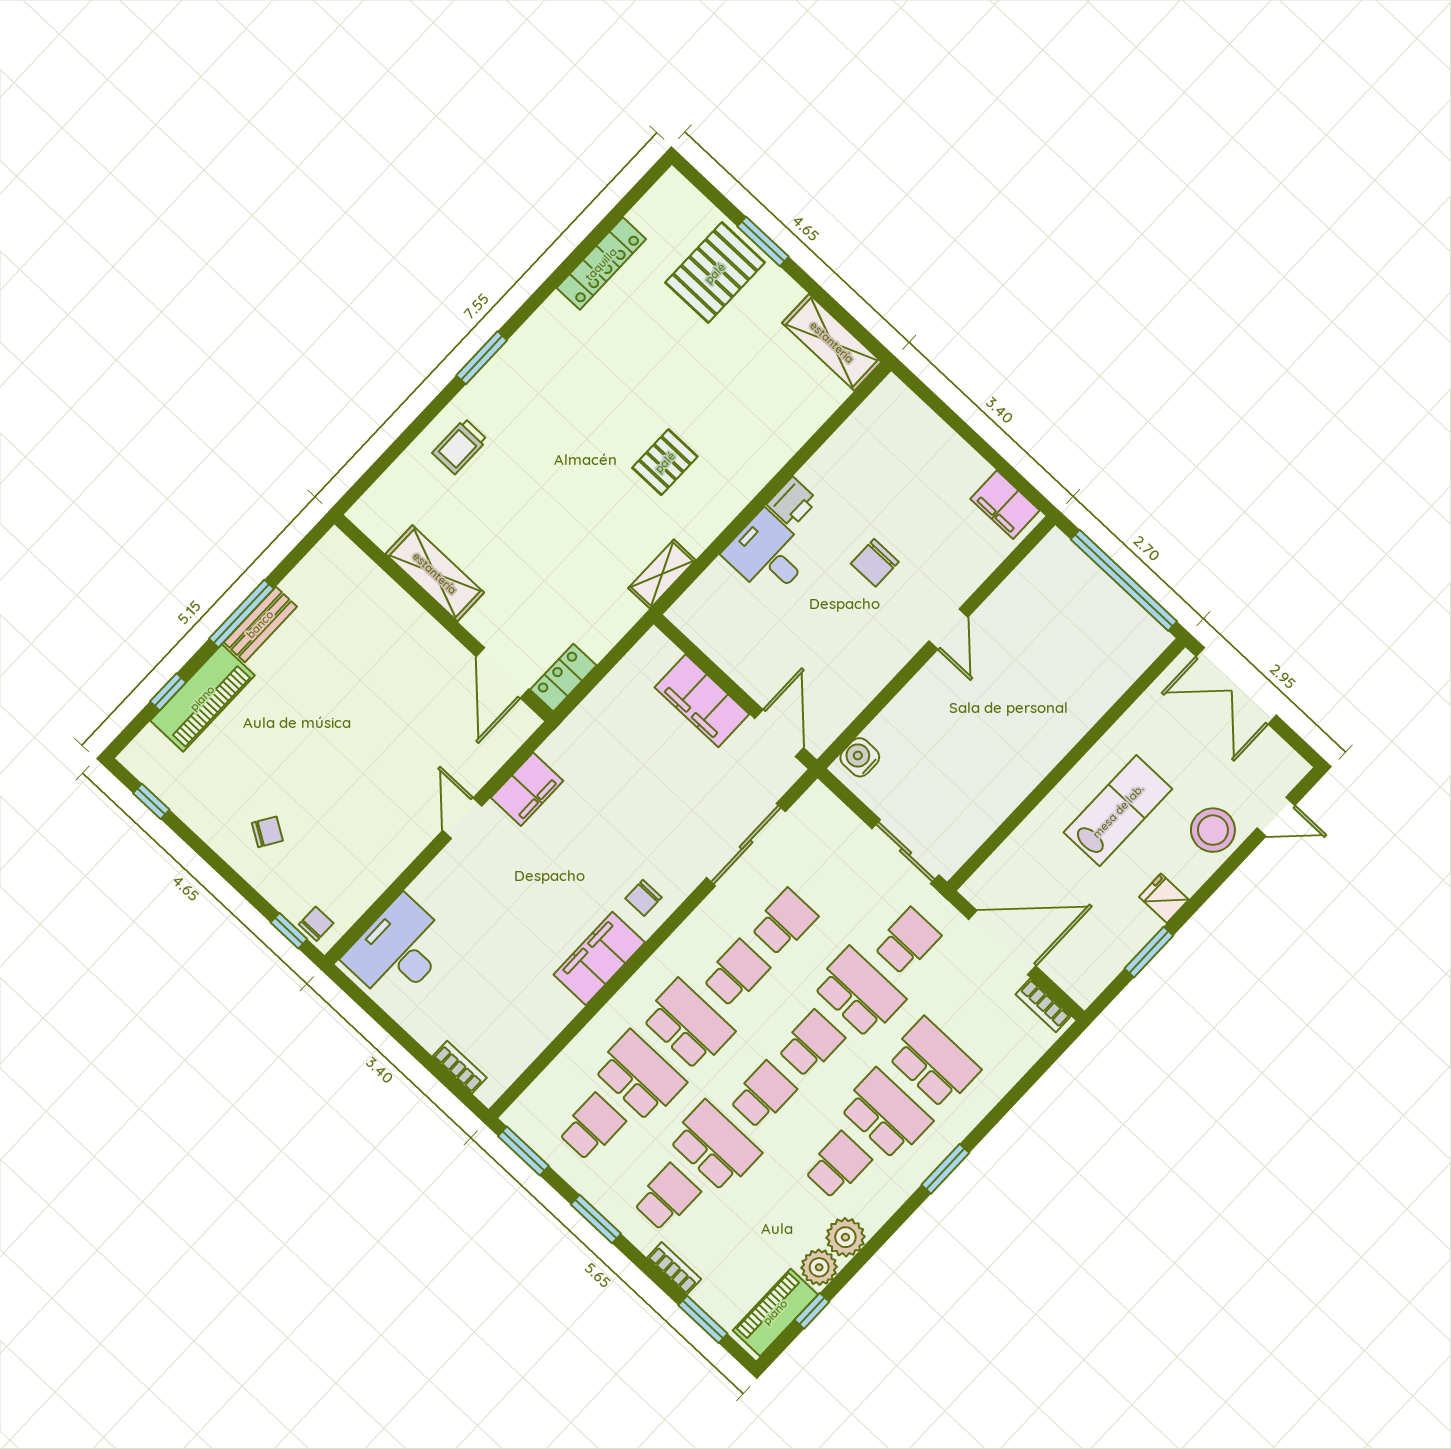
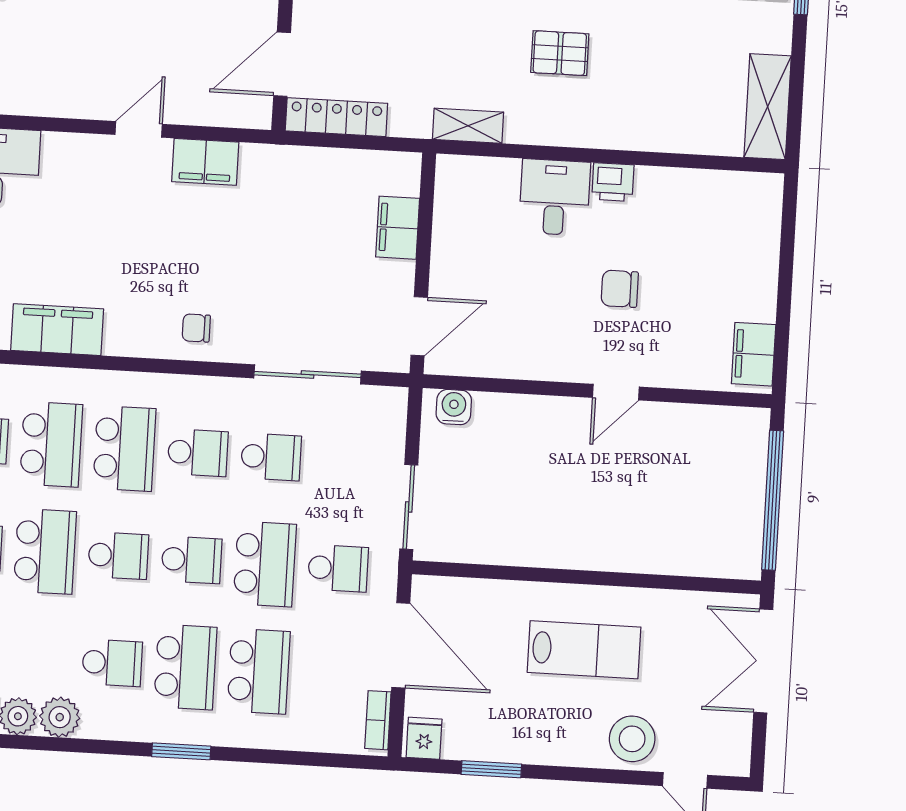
locker: (563, 678) -> (336, 117), width x1.53
filing cabinet: (702, 701) -> (398, 228), width x0.67, depth x0.86
fridge: (1164, 898) -> (424, 738), moved
filing cabinet: (599, 959) -> (57, 330), moved

